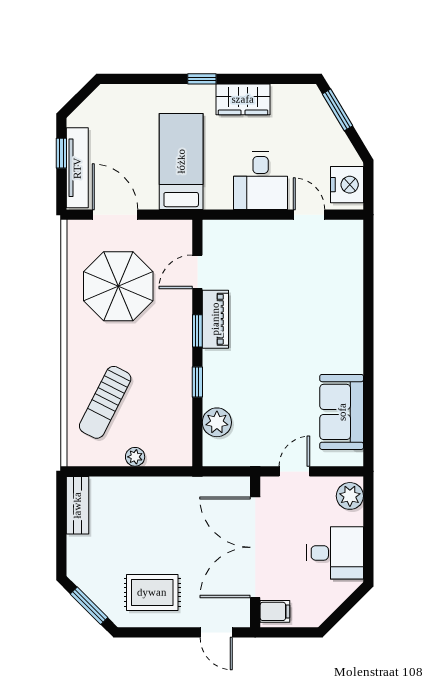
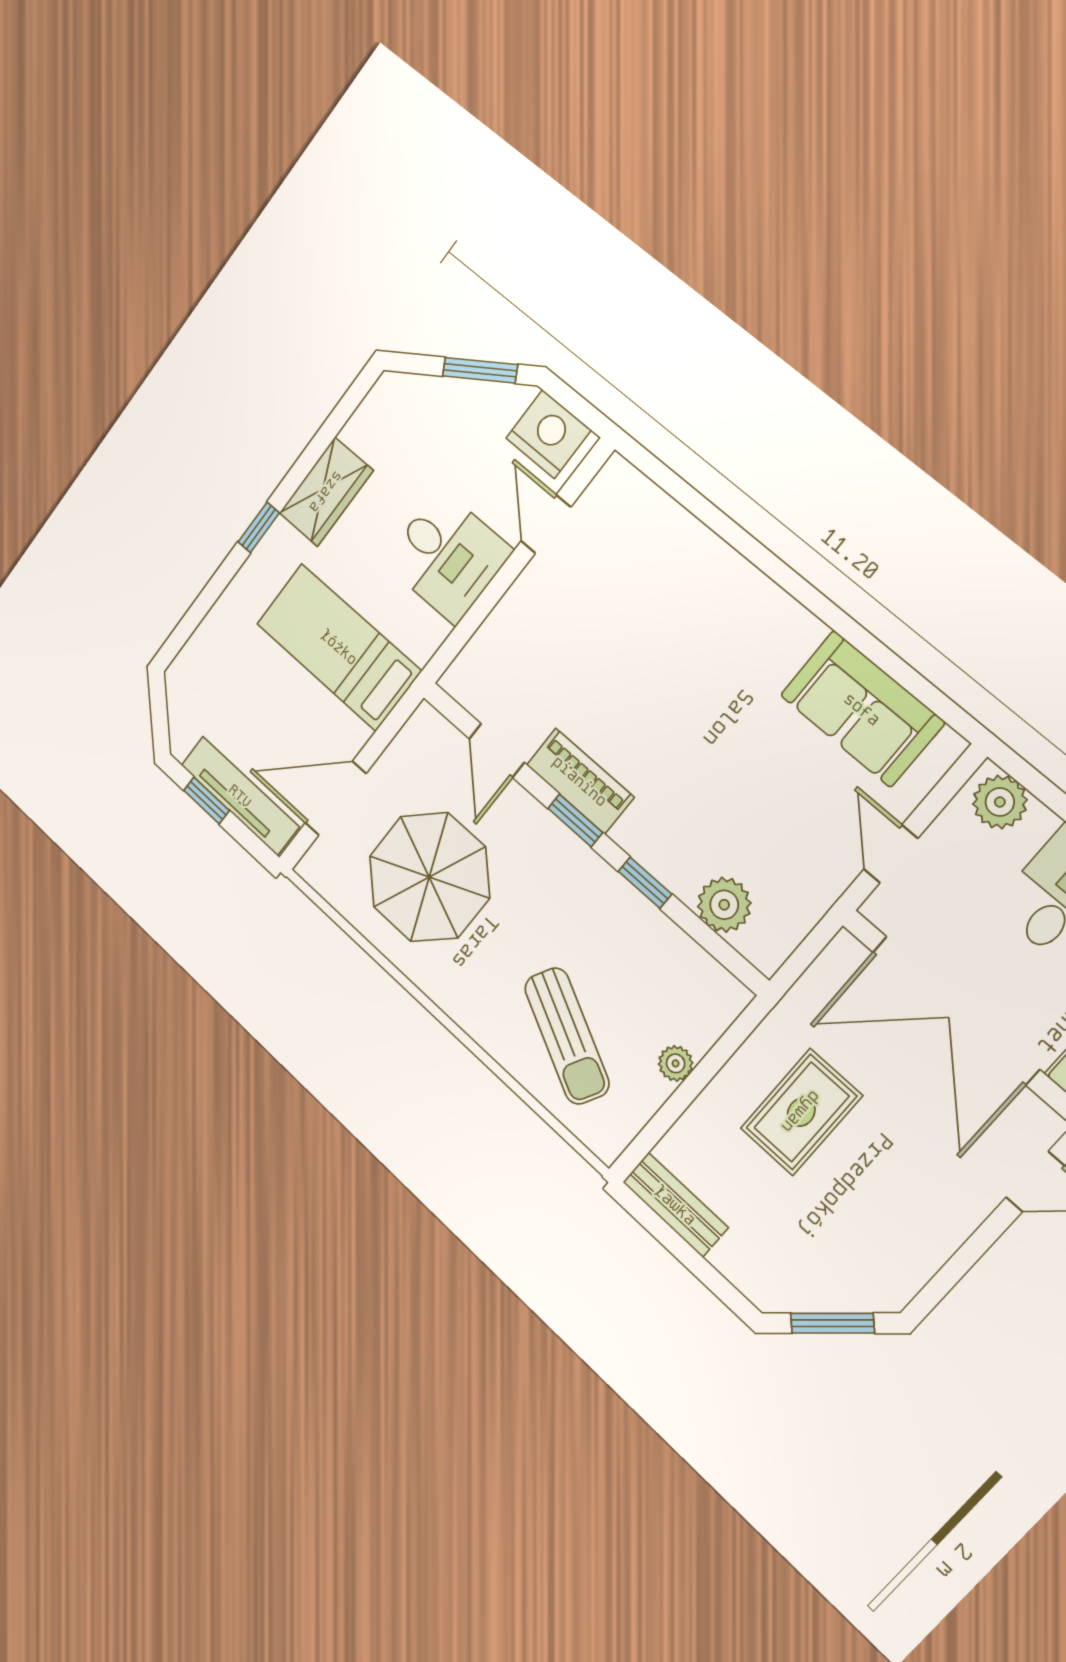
window: (338, 110) -> (480, 370), moved
door: (309, 215) -> (546, 524), hinge flipped
rug: (152, 592) -> (801, 1112), moved

